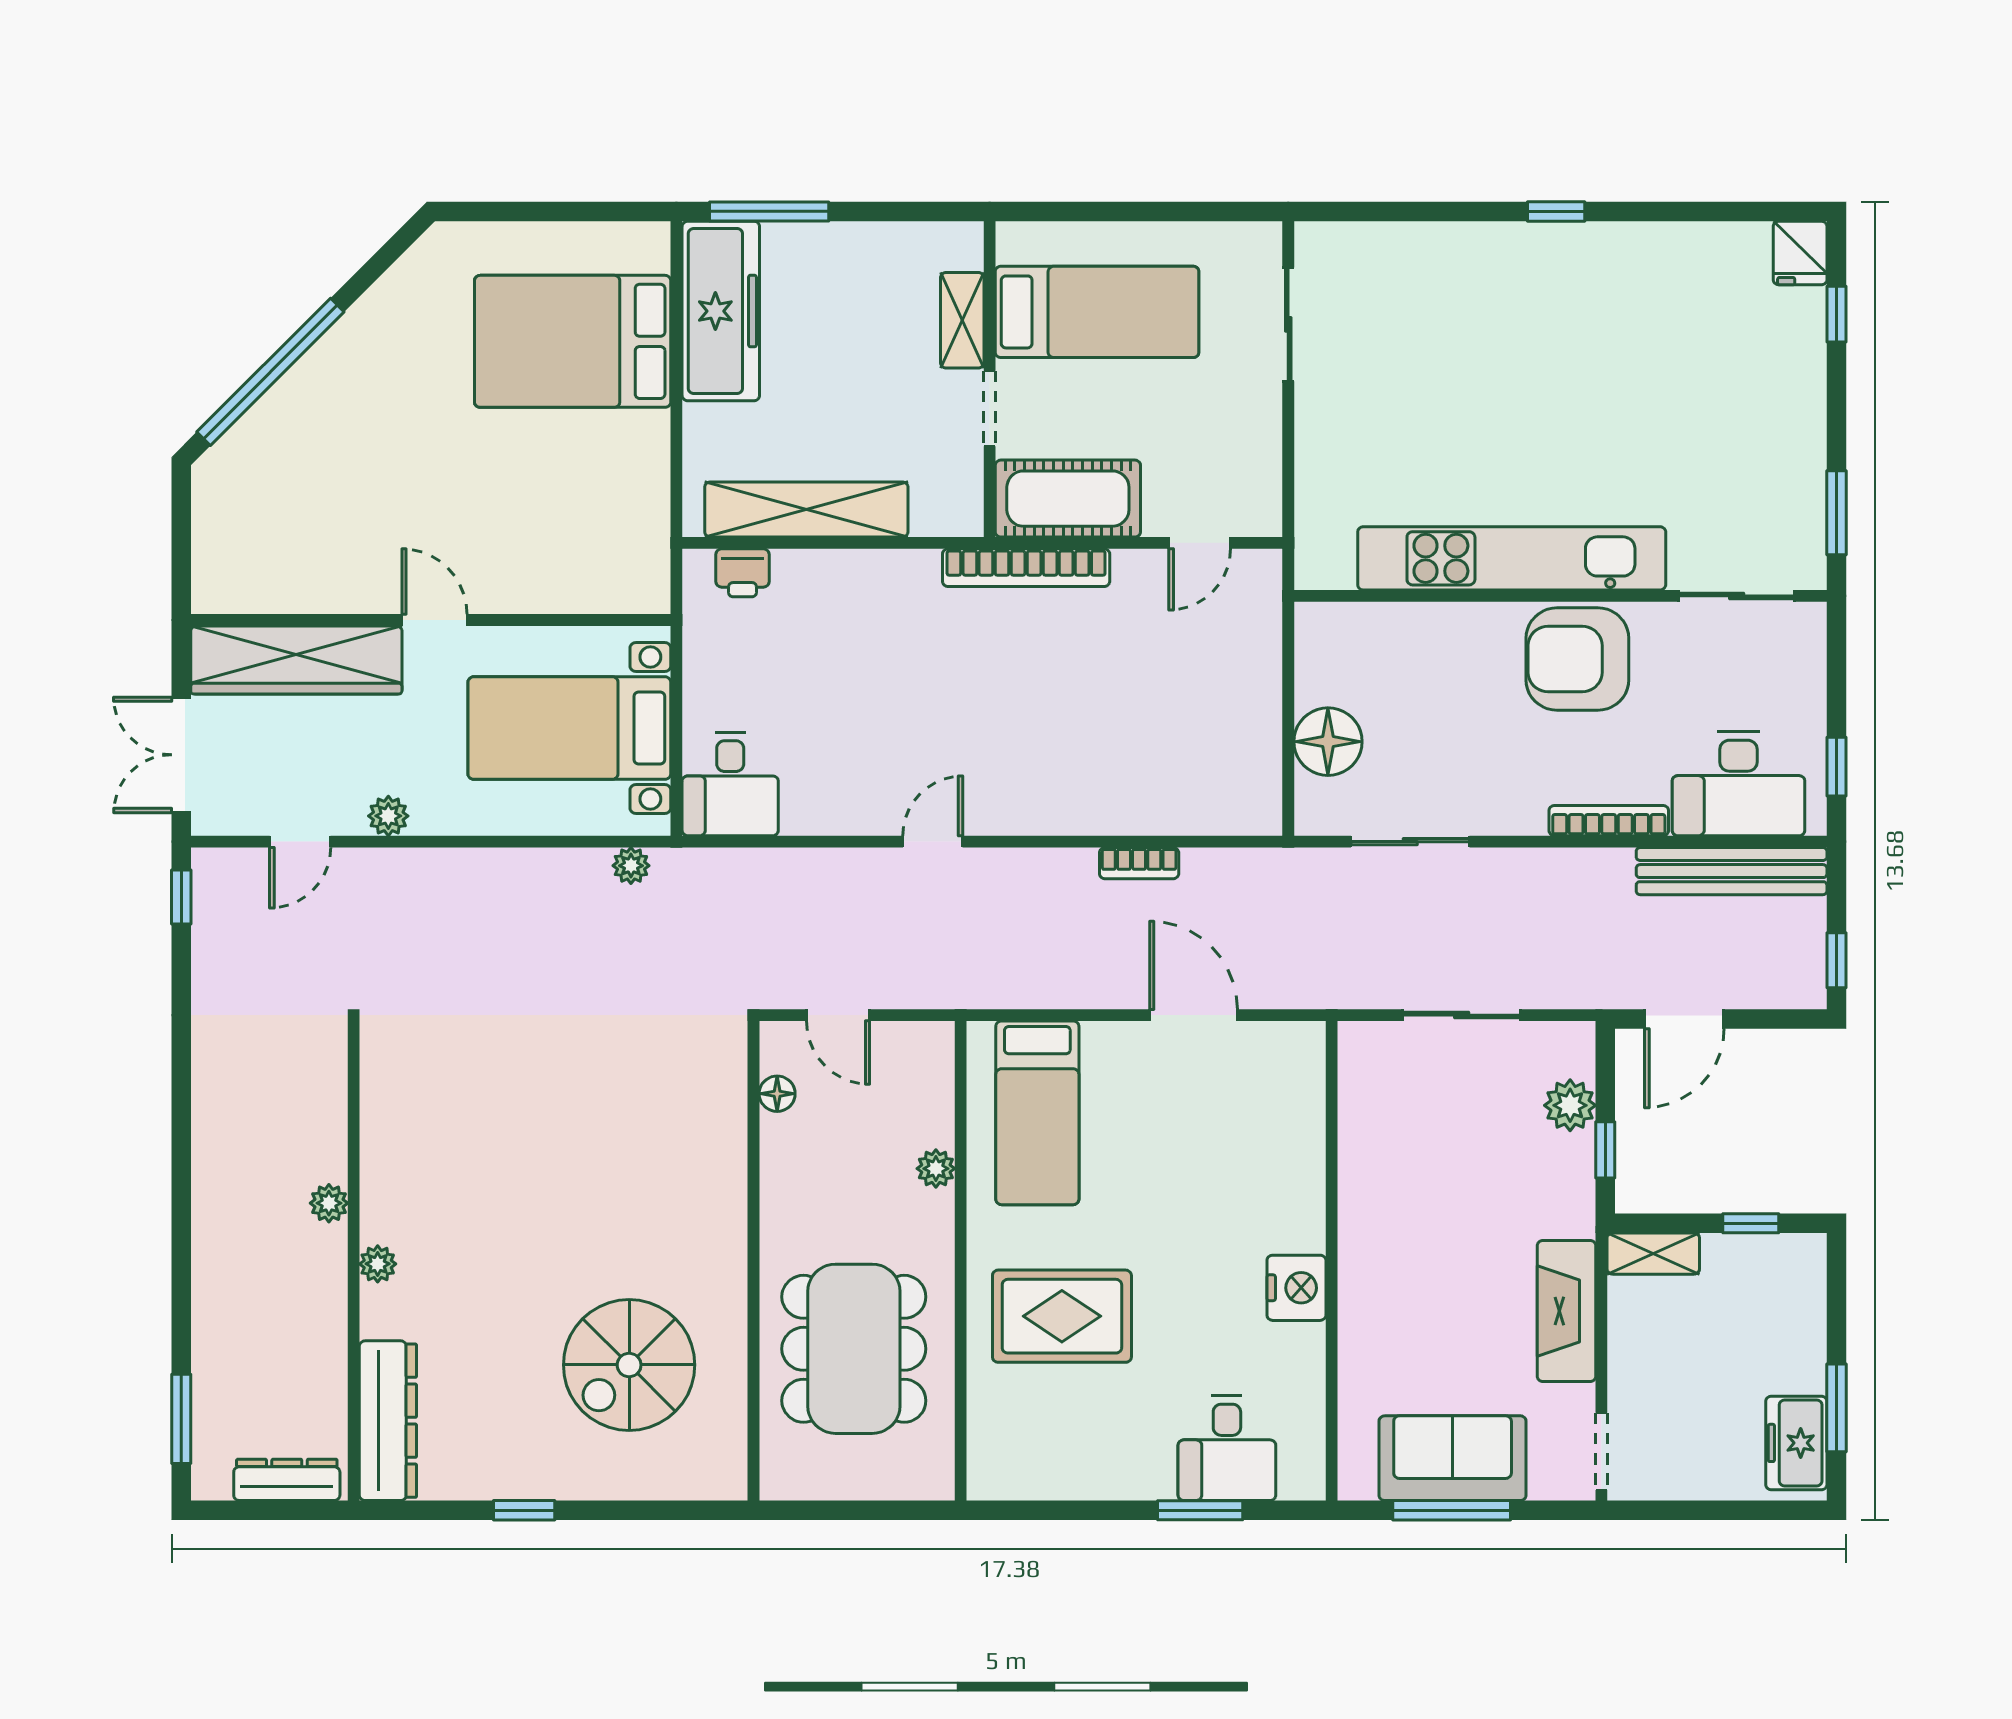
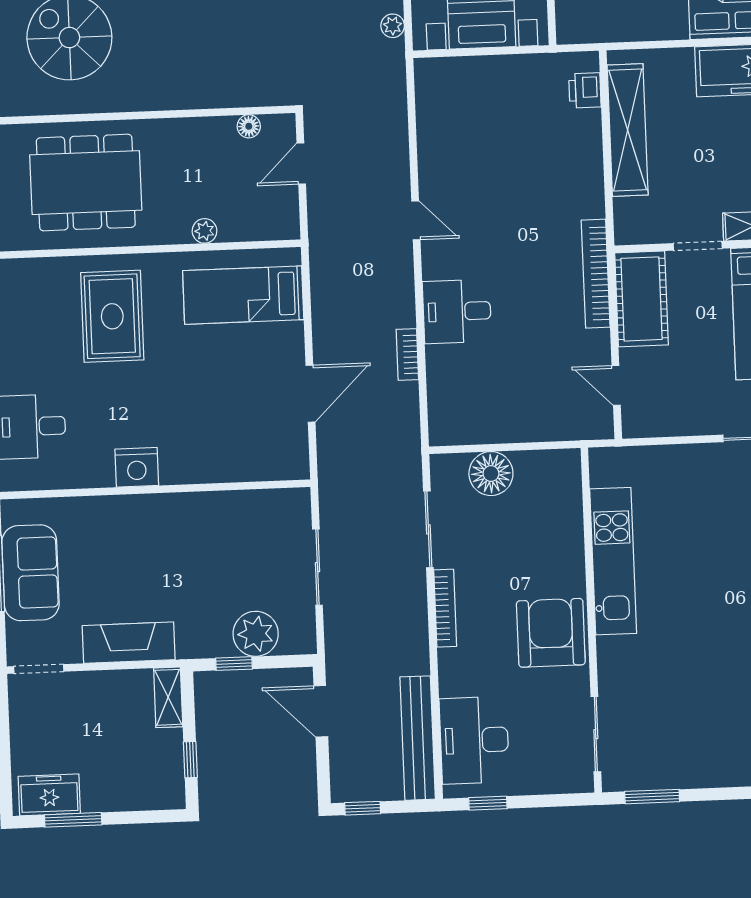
kitchen unit: (1512, 558) -> (613, 561), width x0.73
desk: (730, 784) -> (457, 311), moved
bookcase: (1609, 821) -> (445, 608), moved
plant: (1570, 1105) -> (256, 634), width x1.36, depth x1.36

